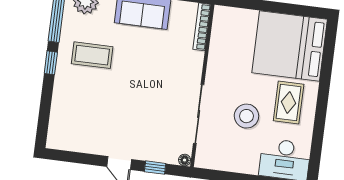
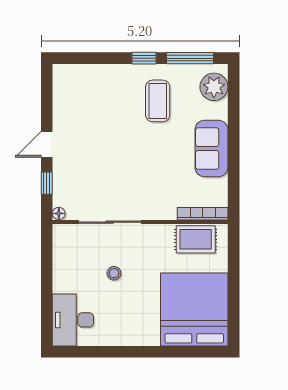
rug: (289, 102) -> (196, 239), moved
stool: (246, 116) -> (114, 273), width x0.53, depth x0.53

